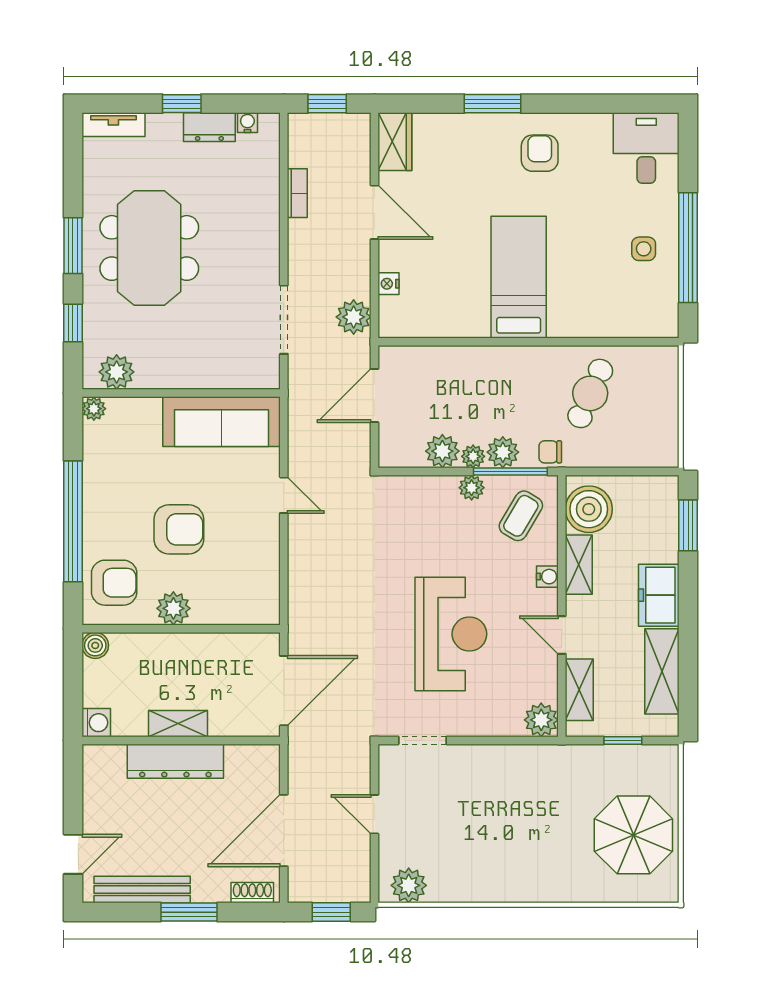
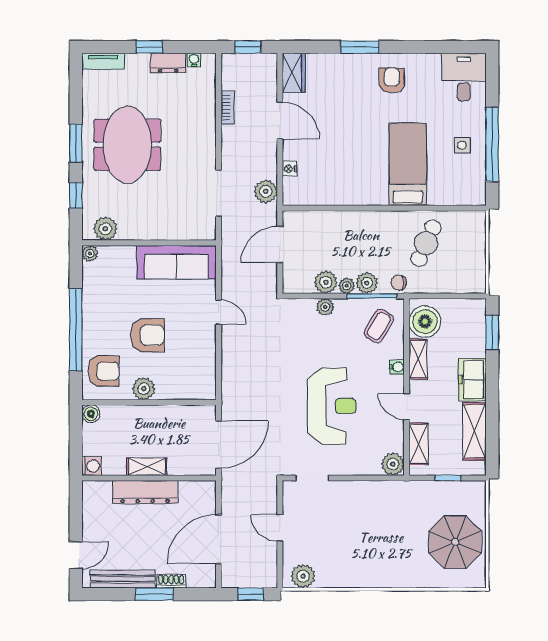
bed: (519, 277) -> (408, 164), moved
plant: (472, 488) -> (325, 307), moved
shoe rack: (252, 893) -> (171, 581), moved

